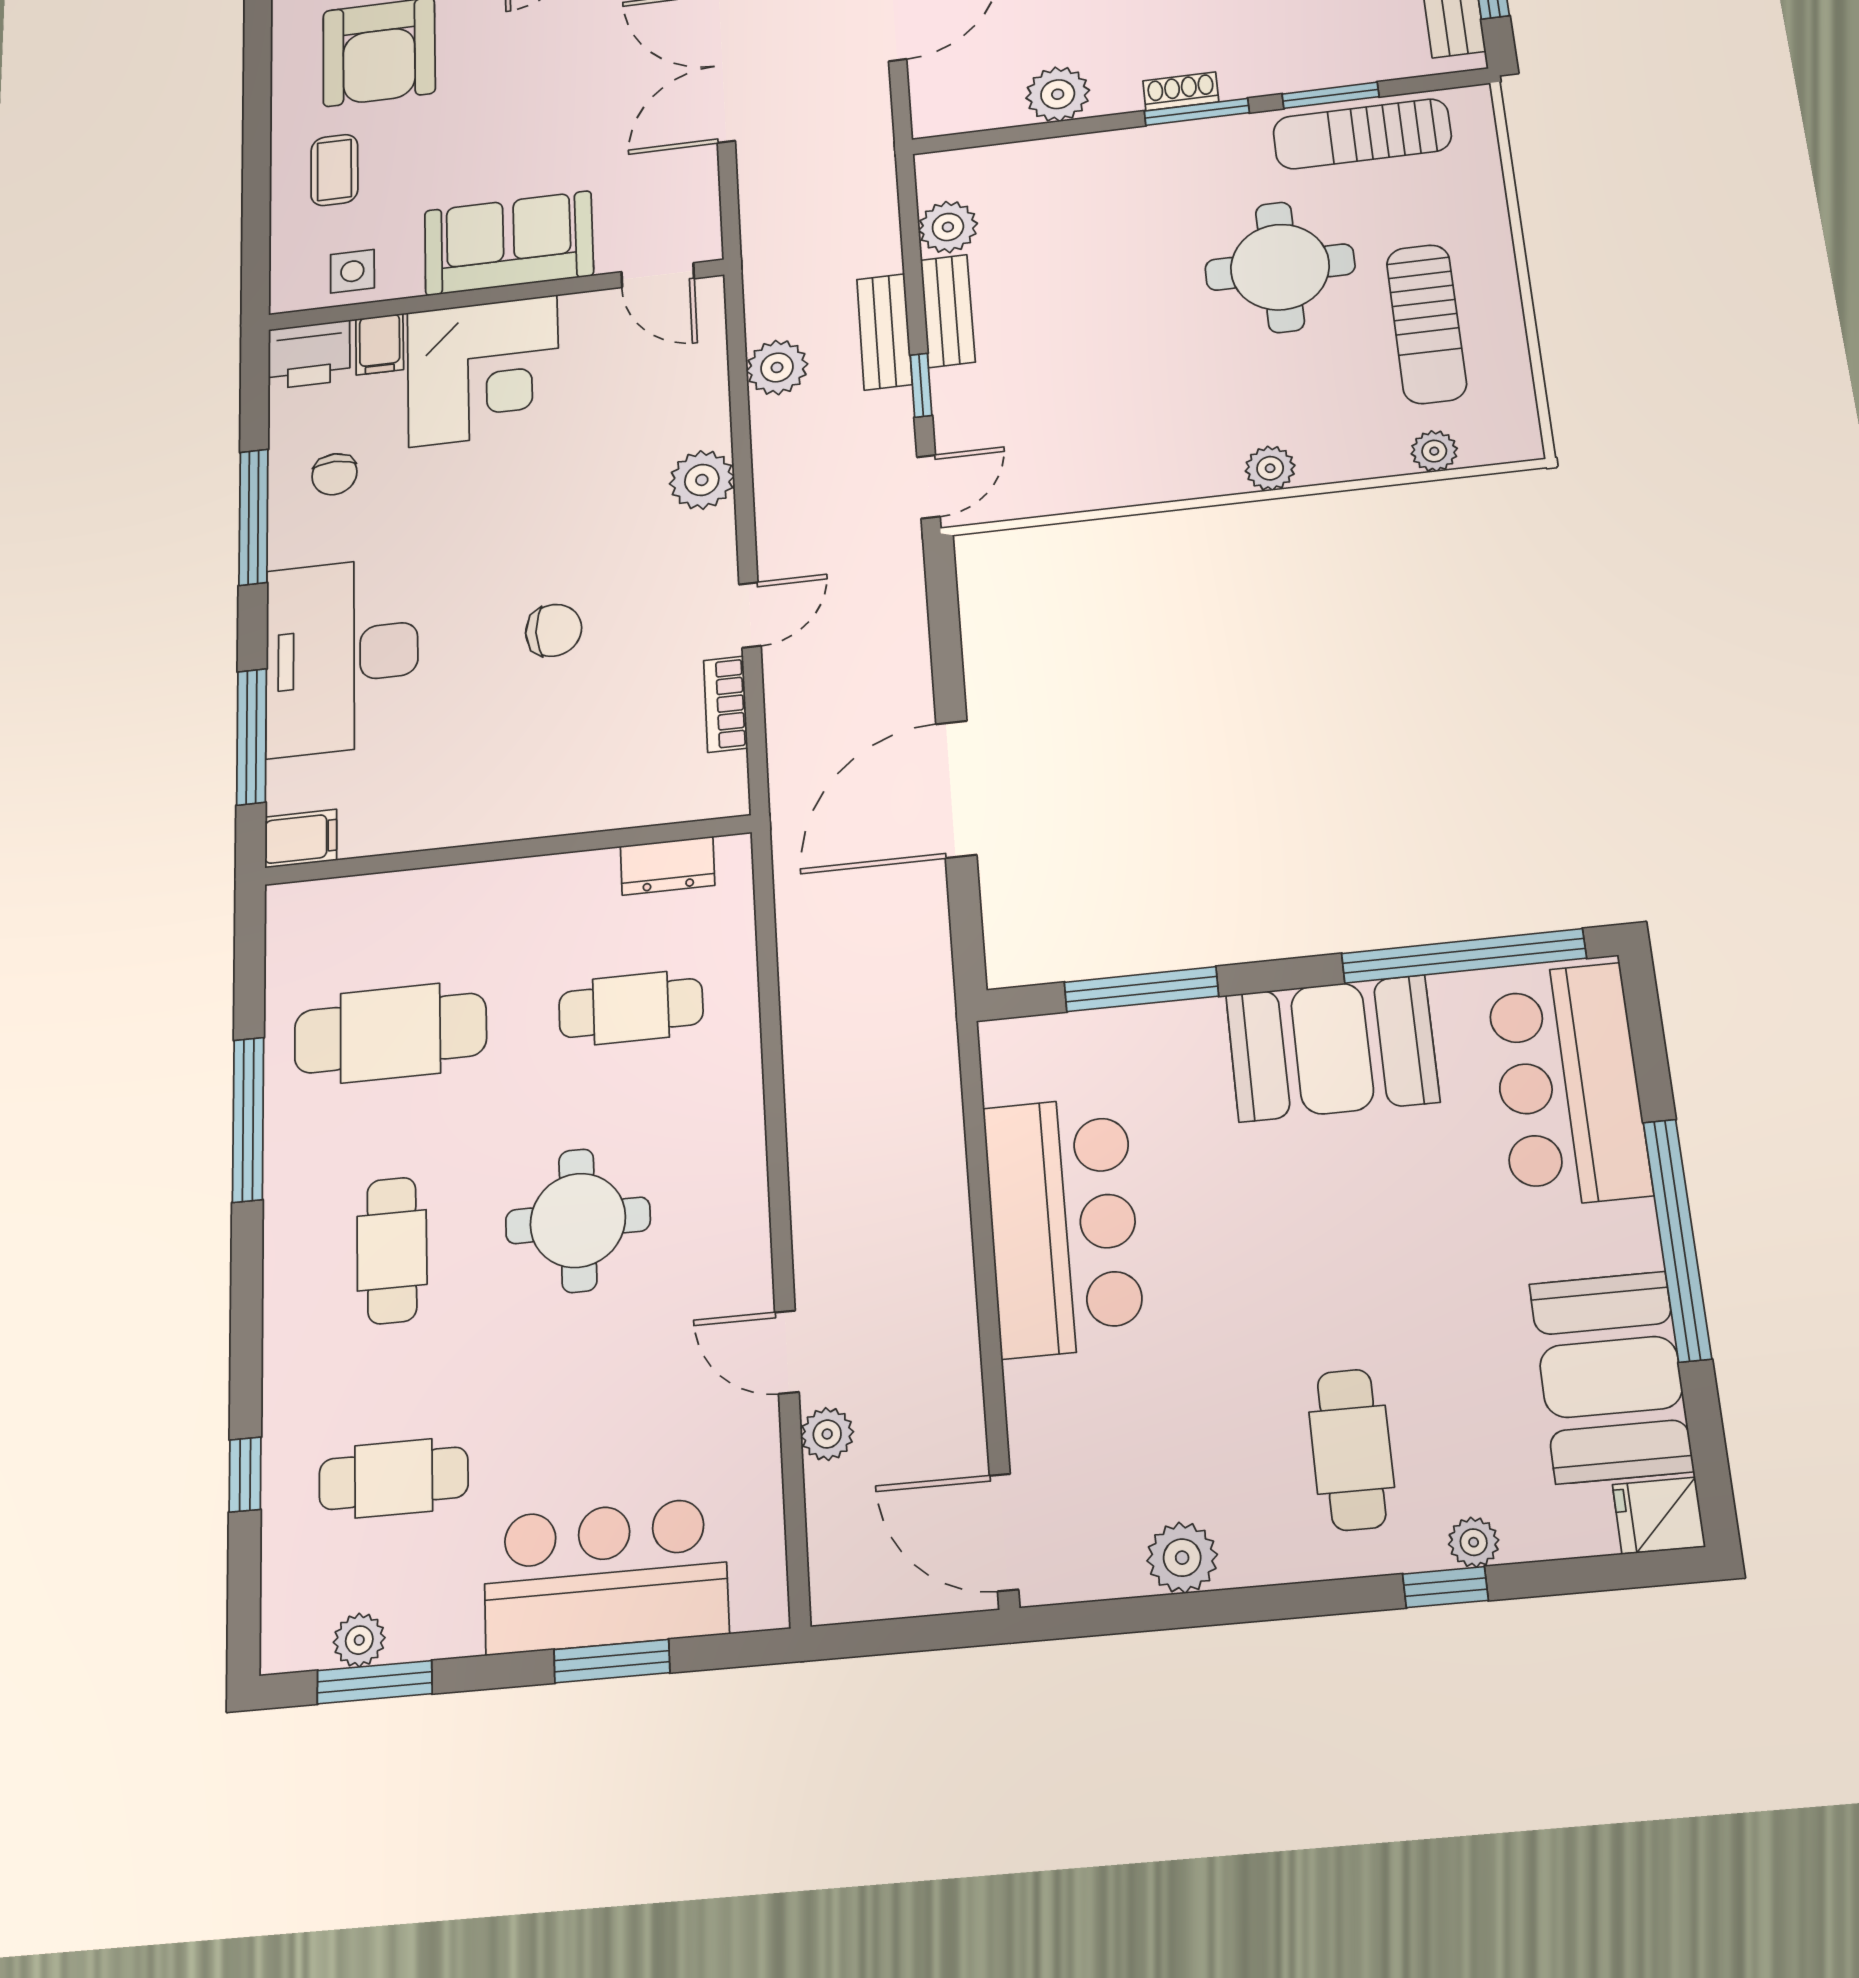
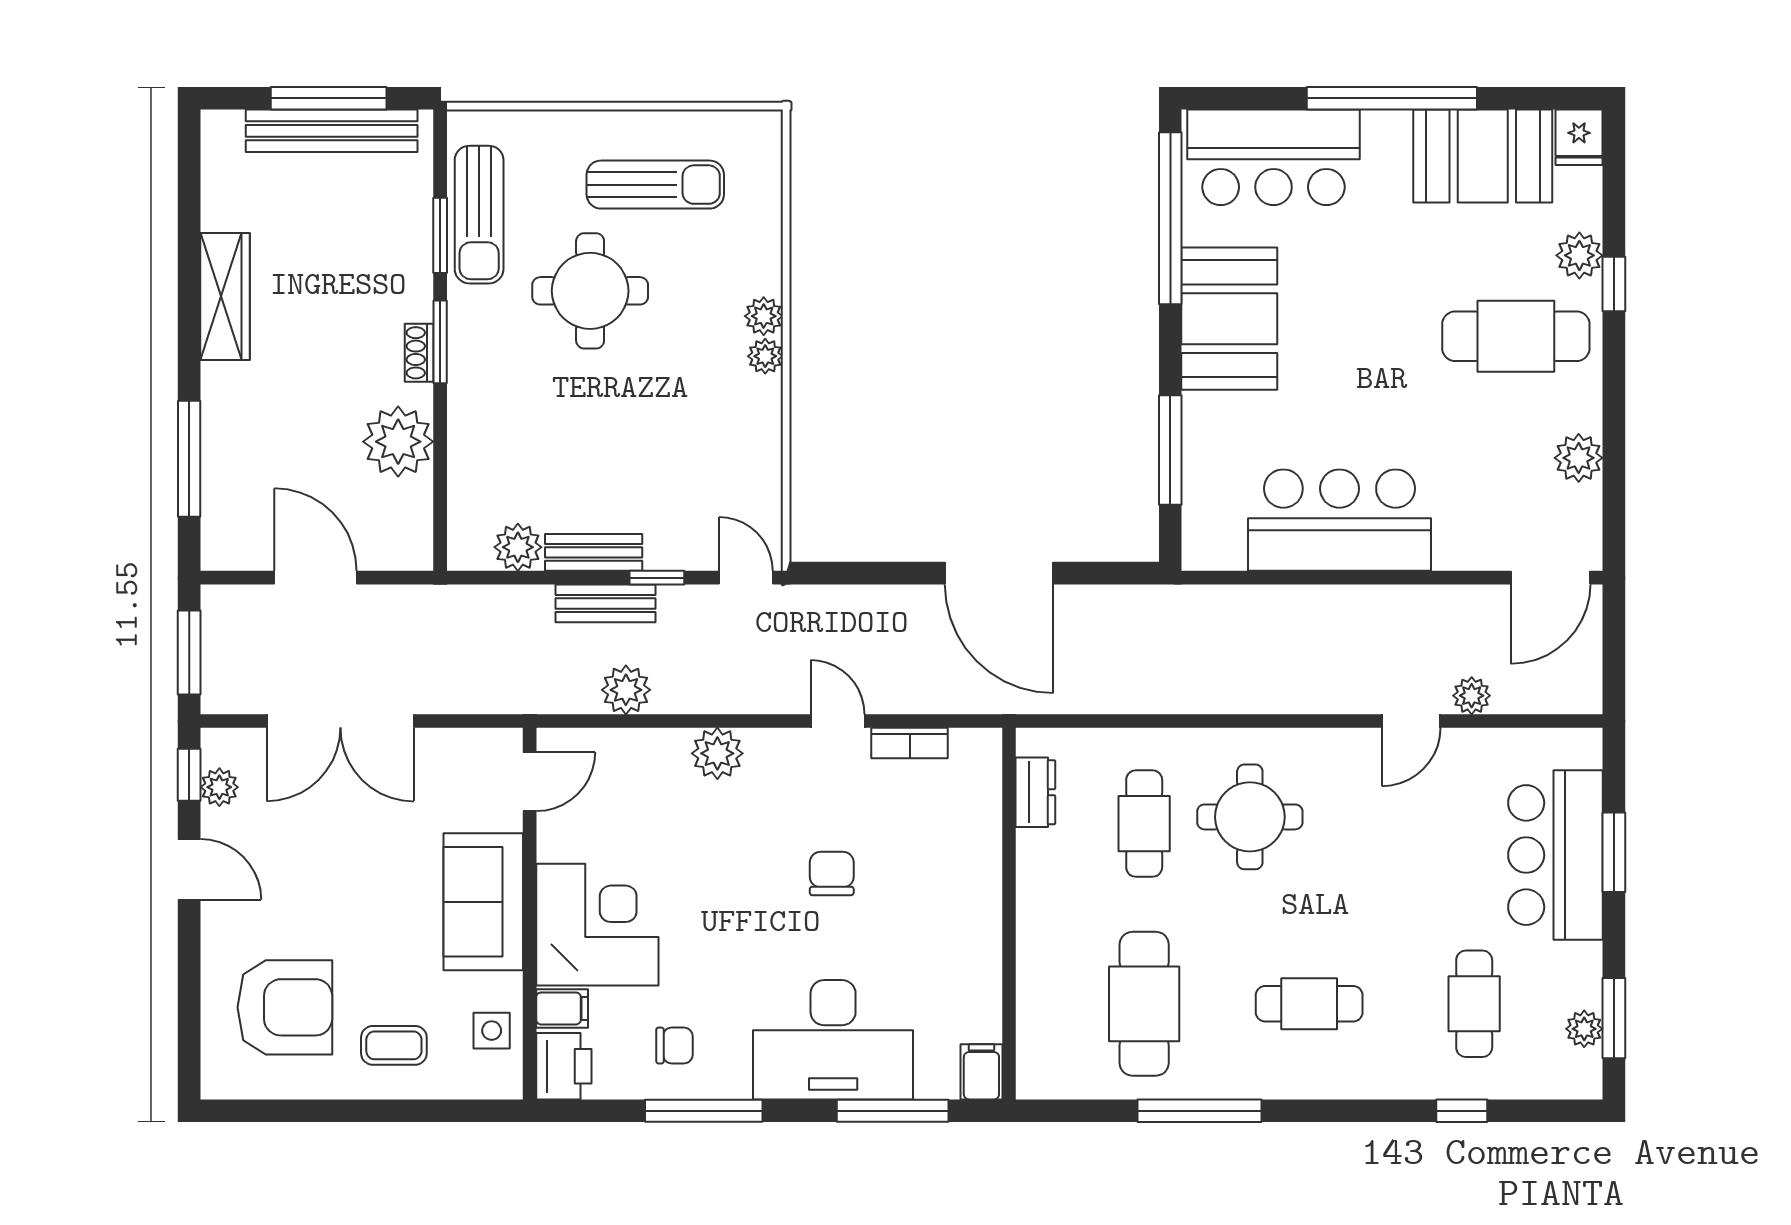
plant: (1058, 94) -> (398, 442), width x1.36, depth x1.36
plant: (1434, 451) -> (765, 356), moved
round table: (578, 1220) -> (1250, 817), moved
cafe table: (1352, 1450) -> (1516, 336), width x1.37, depth x1.35
plant: (1474, 1542) -> (1579, 255), width x1.38, depth x1.38

